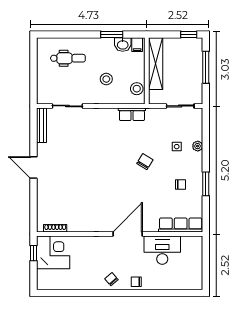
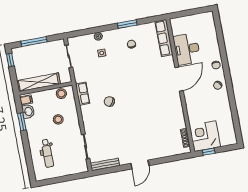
dental chair: (68, 58) -> (47, 153), turned 180
chair: (145, 162) -> (109, 101), moved
door: (128, 234) -> (179, 79), swing flipped

